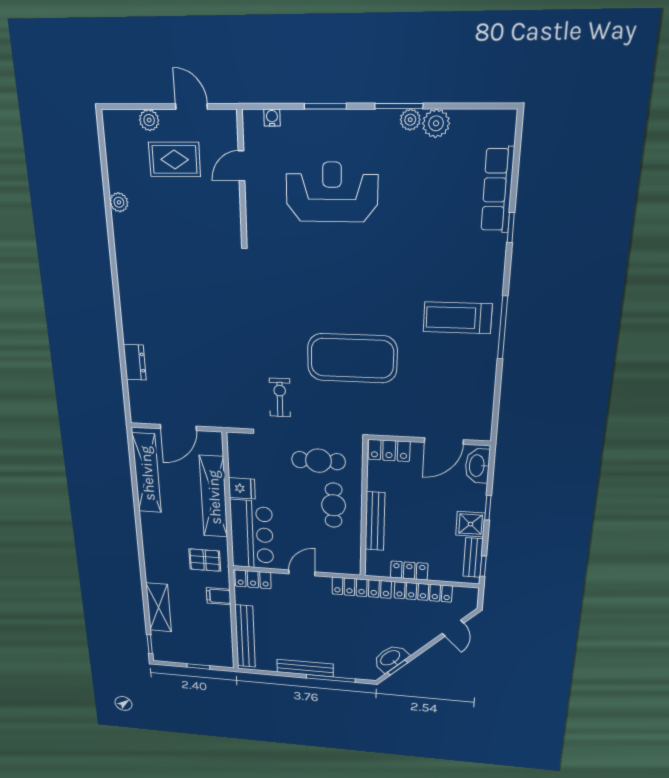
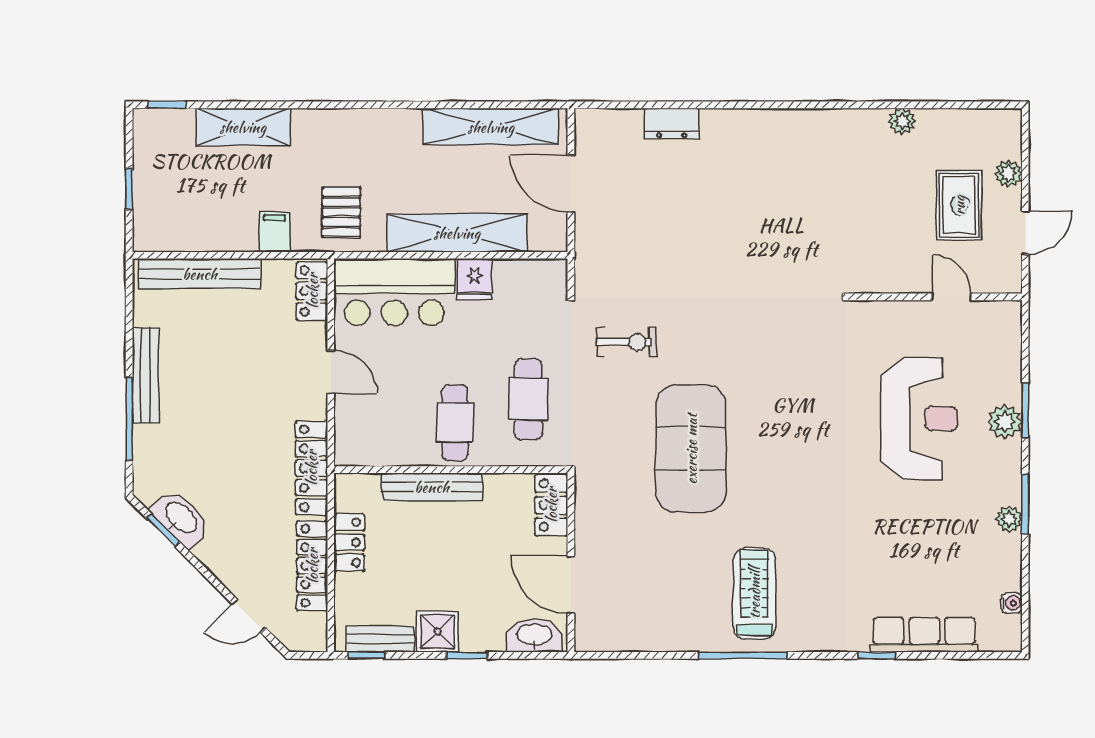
water cooler: (272, 118) -> (1012, 603), moved
plant: (436, 123) -> (1005, 422), moved
cafe table: (334, 505) -> (455, 423), turned 90

